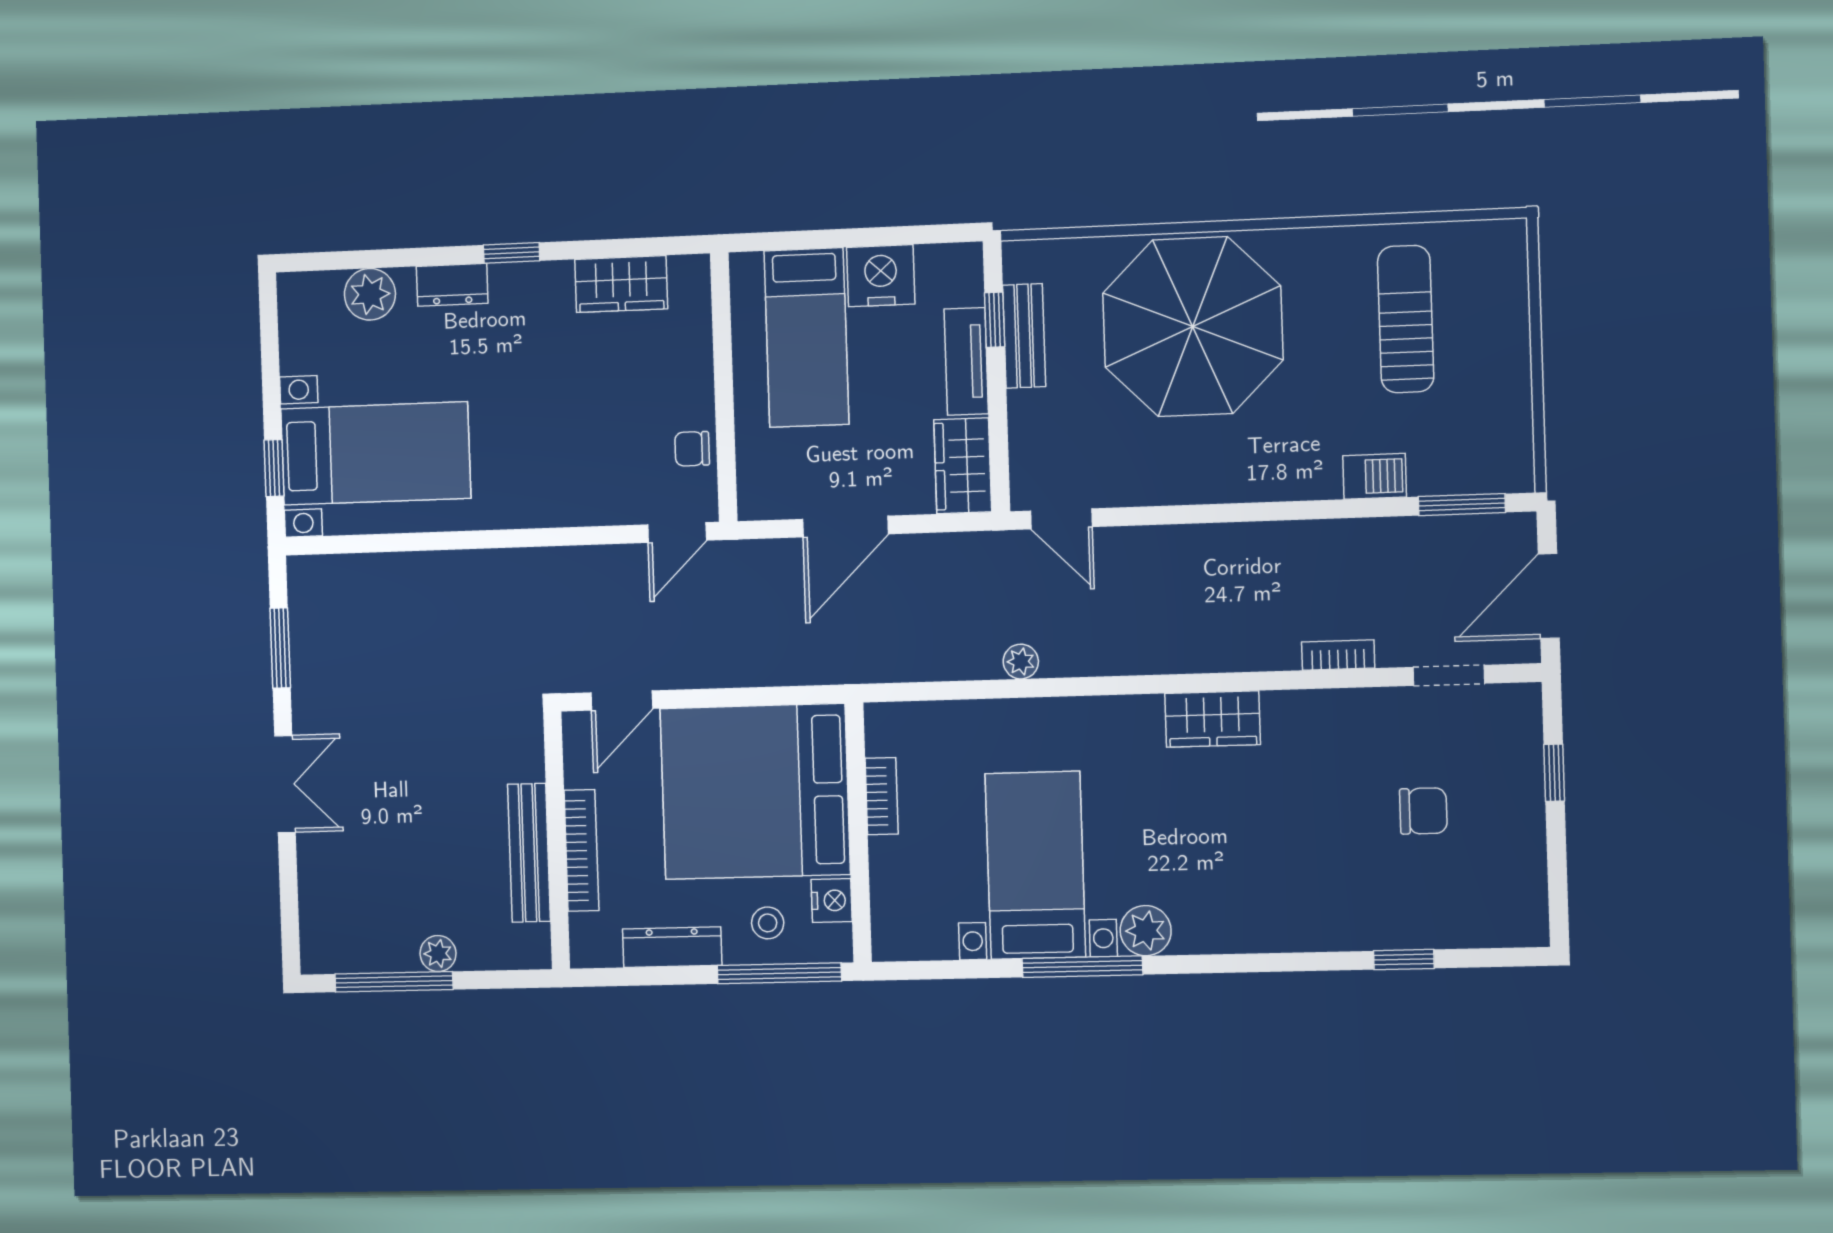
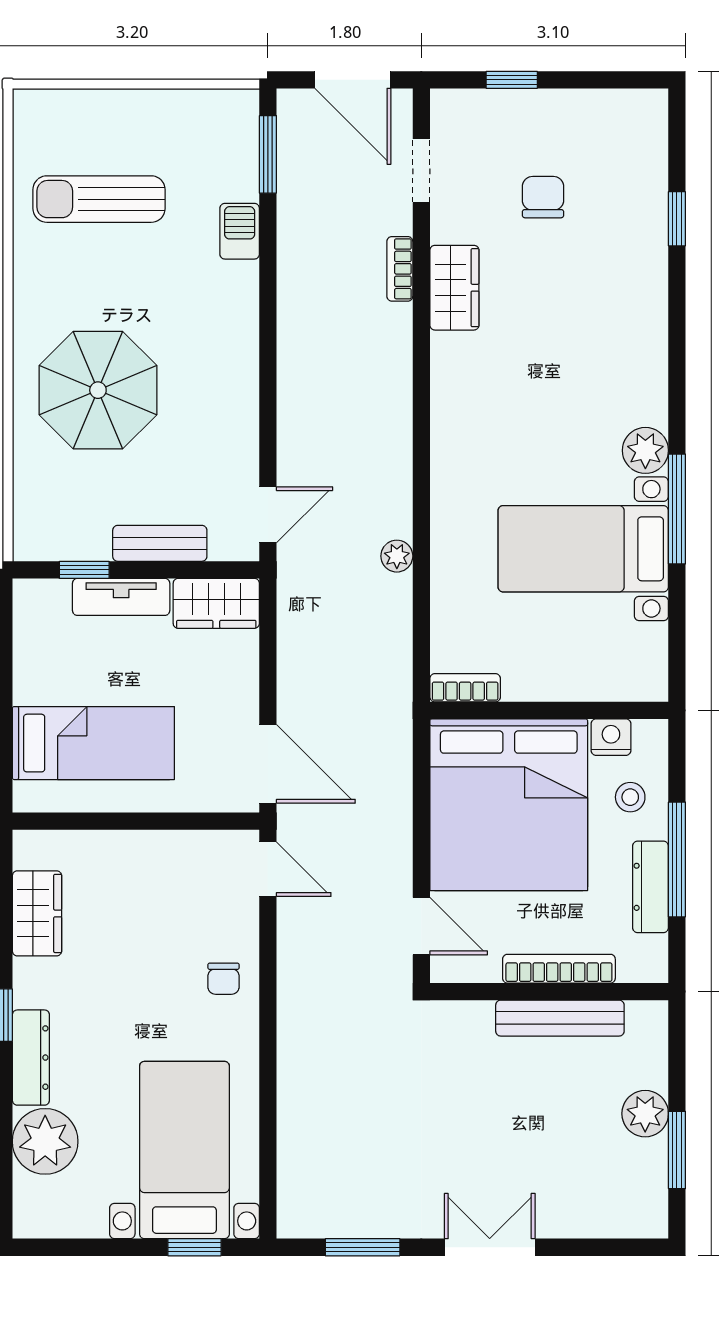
nightstand: (881, 276) -> (40, 673), removed
dresser: (452, 285) -> (31, 1058), width x1.44
plant: (370, 294) -> (45, 1141), width x1.36, depth x1.36
parasol: (1193, 327) -> (98, 390), width x0.73, depth x0.73
bench: (1024, 336) -> (160, 543), moved
chair: (692, 449) -> (224, 979), moved
door: (845, 527) -> (268, 764), moved
wardrobe: (1213, 719) -> (454, 288), moved
bookcase: (882, 796) -> (465, 688), moved
plant: (438, 954) -> (645, 1114), width x1.38, depth x1.38
window: (779, 973) -> (677, 859), moved
window: (394, 982) -> (677, 1150), width x0.69

